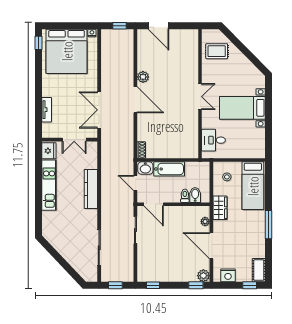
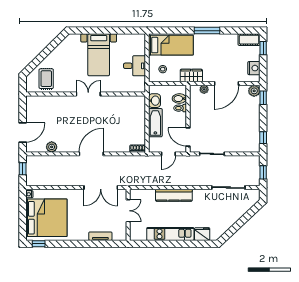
plant: (143, 77) -> (52, 147), moved
desk: (214, 140) -> (135, 66), moved, turned -90
fridge: (49, 151) -> (202, 234), moved
washbasin: (145, 168) -> (155, 101), moved
door: (154, 204) -> (188, 137), swing flipped

